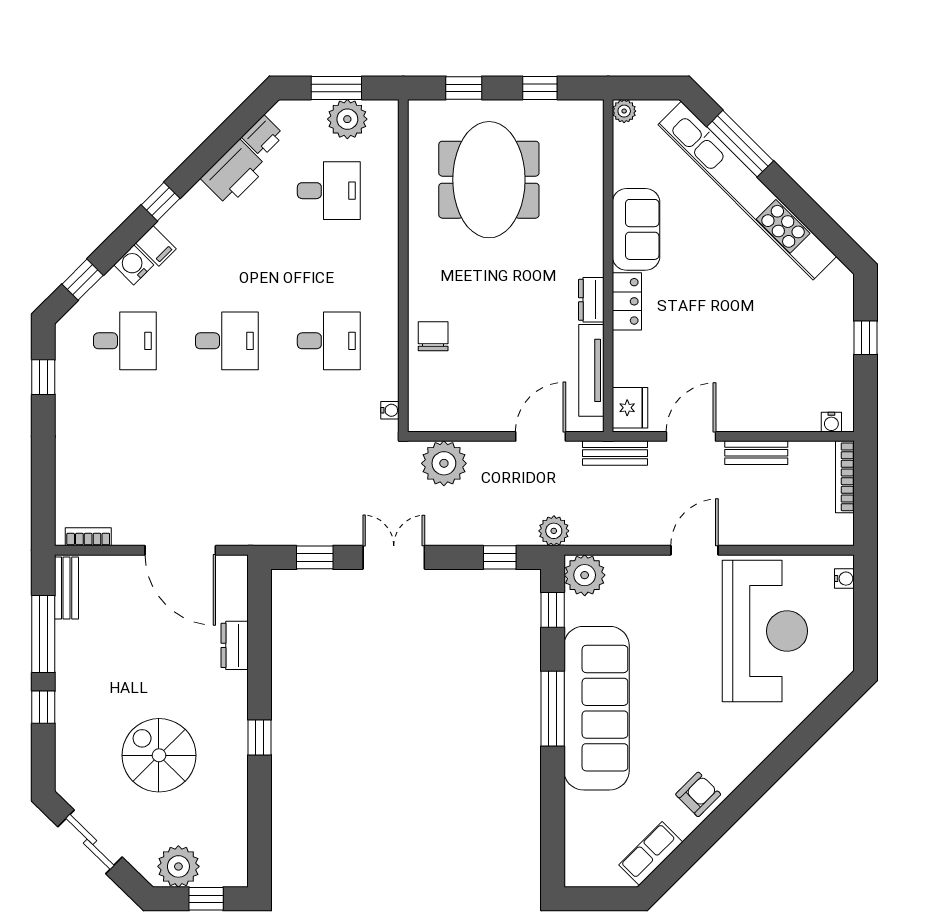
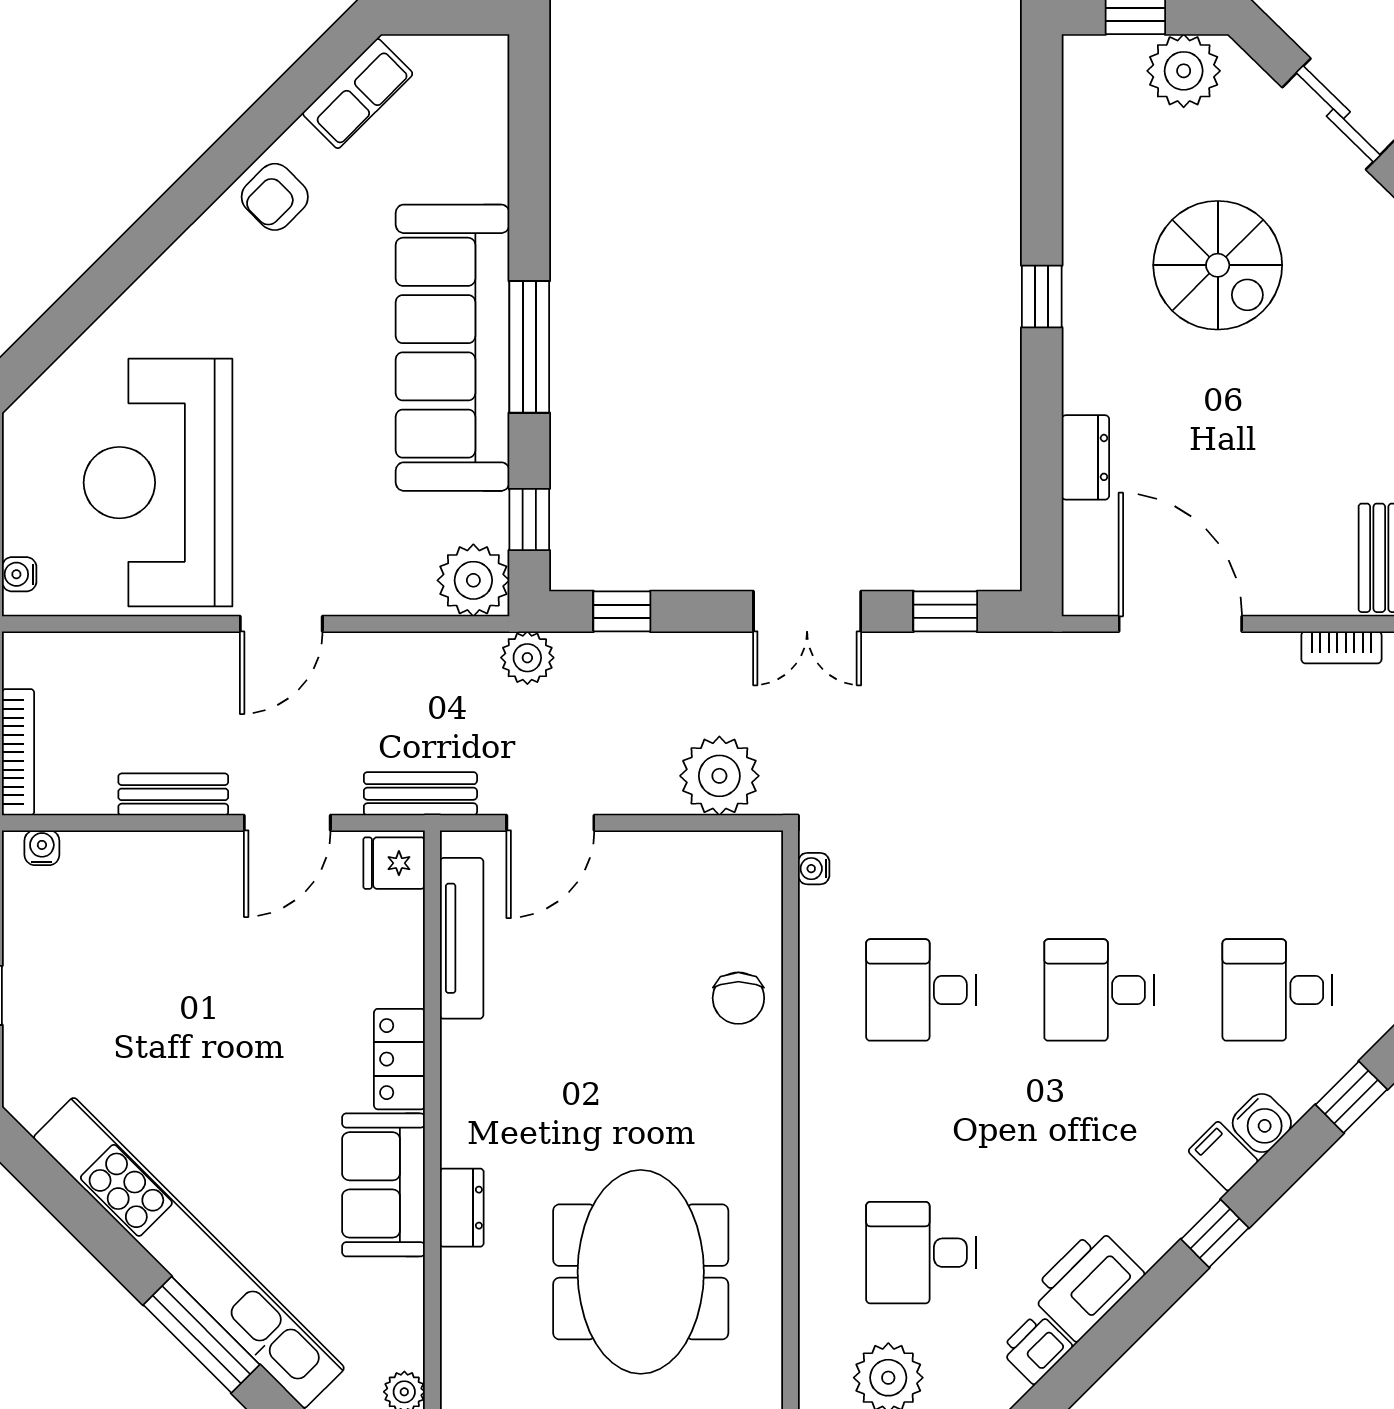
dresser: (591, 300) -> (462, 1208), moved
fridge: (630, 408) -> (394, 863), width x0.72

